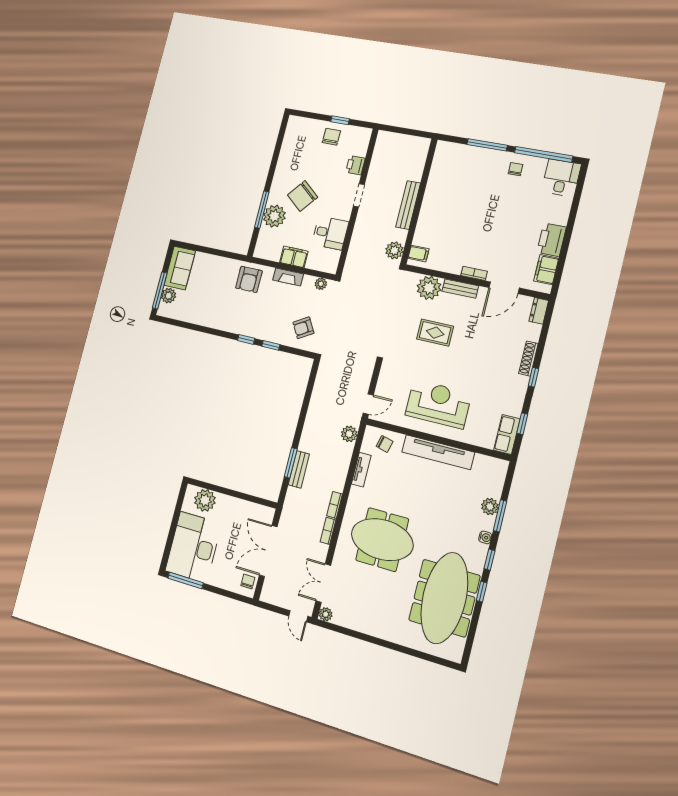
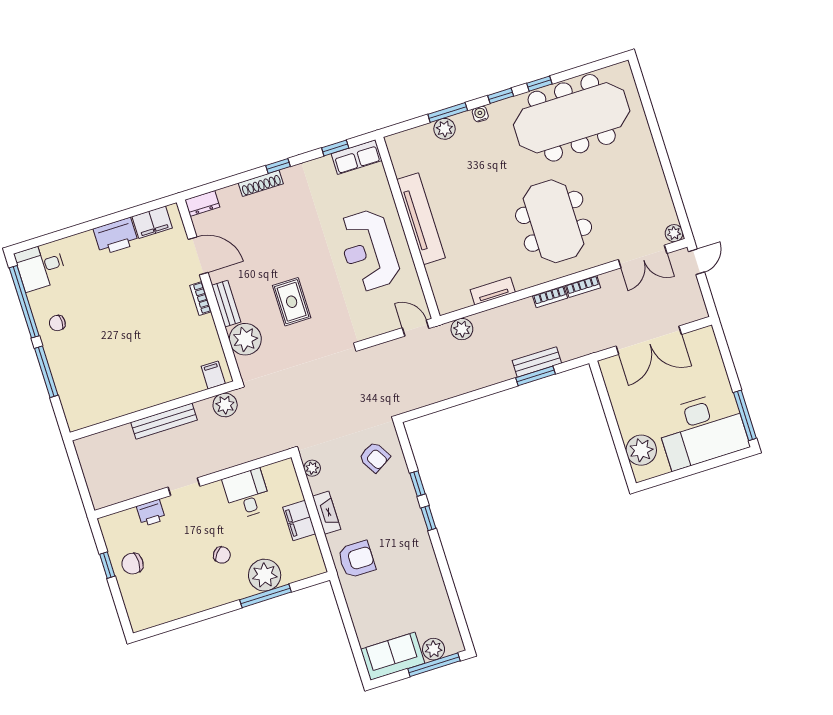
chair: (303, 196) -> (222, 555), width x0.54, depth x0.54
chair: (385, 444) -> (448, 283), removed
chair: (248, 581) -> (697, 342), removed

